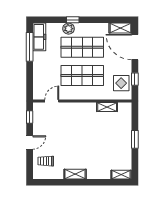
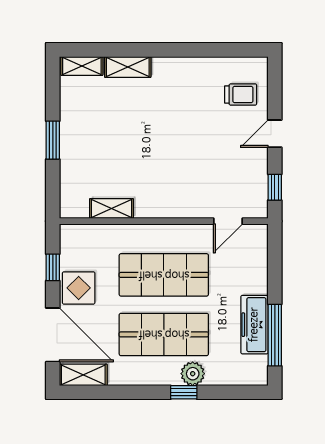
freezer: (39, 37) -> (254, 325), moved
display table: (121, 83) -> (79, 288), moved
shelving: (75, 174) -> (128, 67), moved

